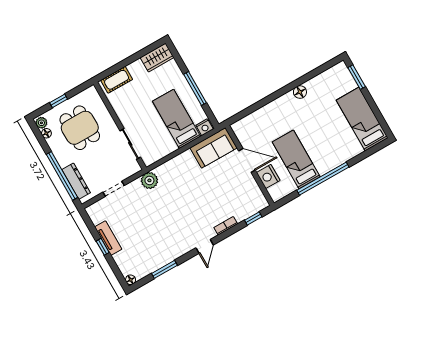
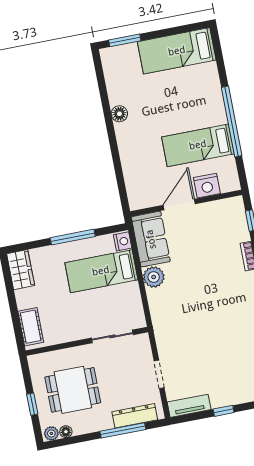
window: (62, 176) -> (123, 430), width x0.68
plant: (149, 180) -> (154, 277), moved
tv unit: (108, 238) -> (189, 406), moved

